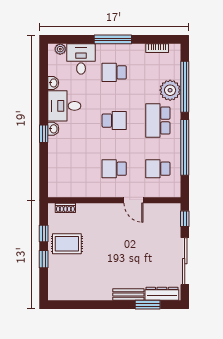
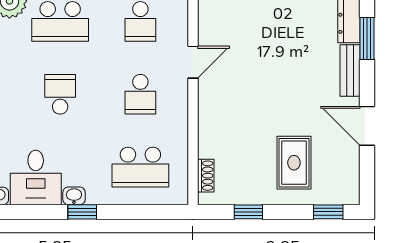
school desk: (71, 169) -> (140, 167), added
rug: (67, 244) -> (294, 163), moved
window: (44, 259) -> (328, 212), moved
door: (95, 305) -> (367, 126), added

